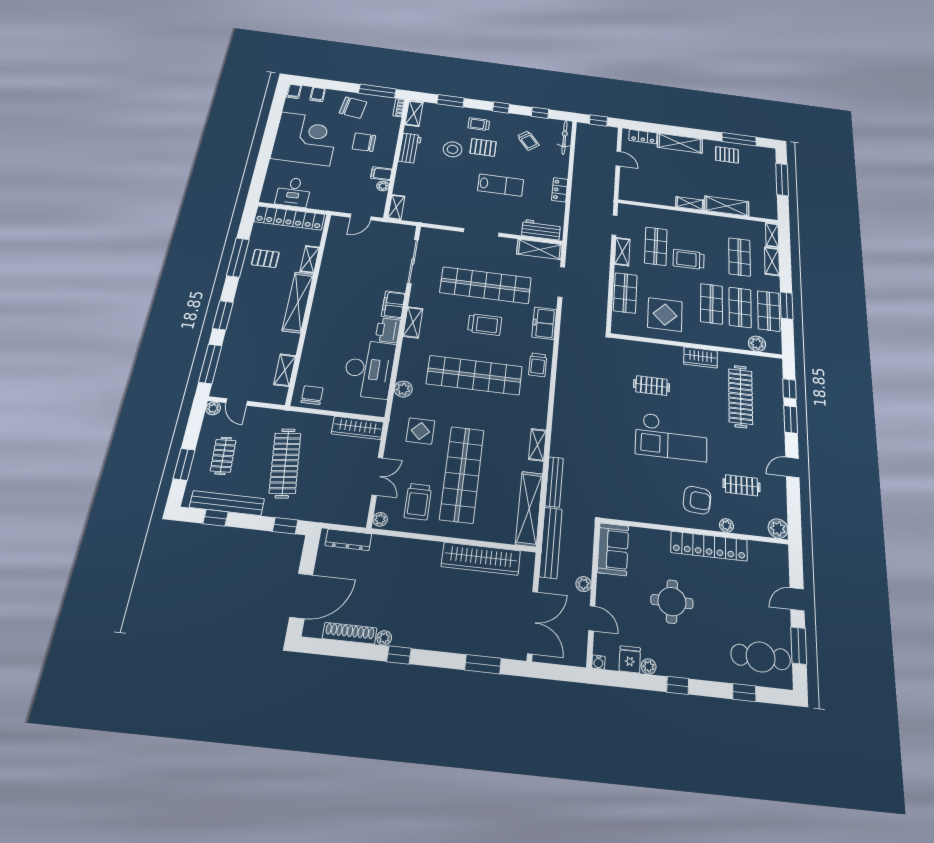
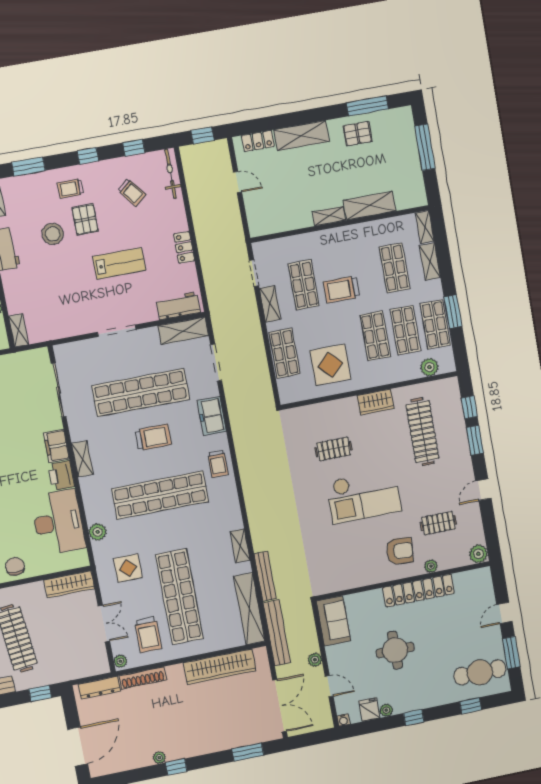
pallet: (483, 147) -> (85, 219), turned 90
shoe rack: (350, 633) -> (143, 678), moved, turned 180

